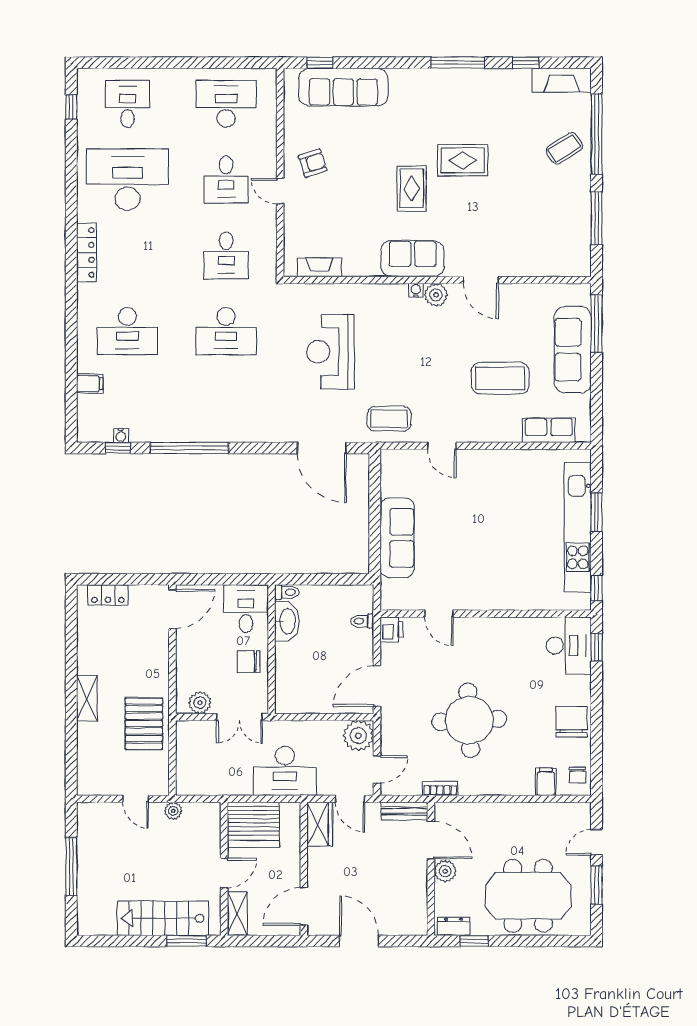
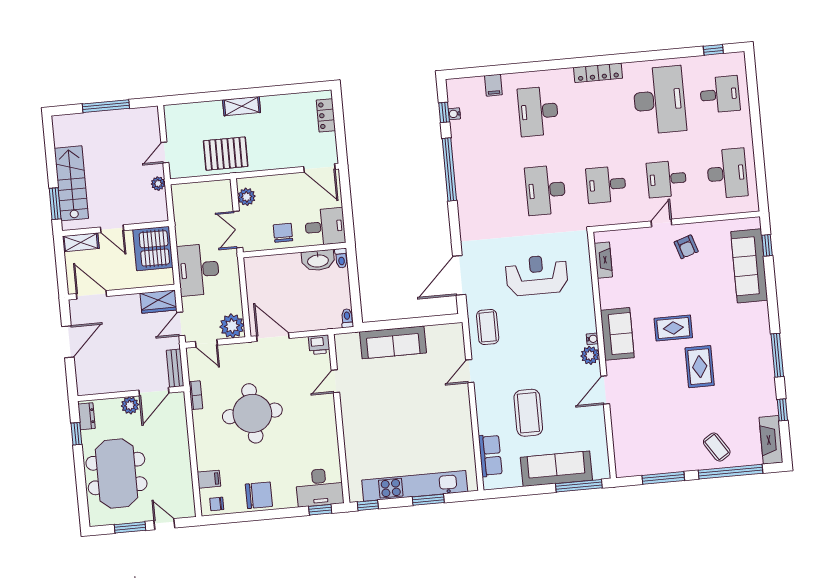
toilet: (362, 621) -> (347, 318), moved

